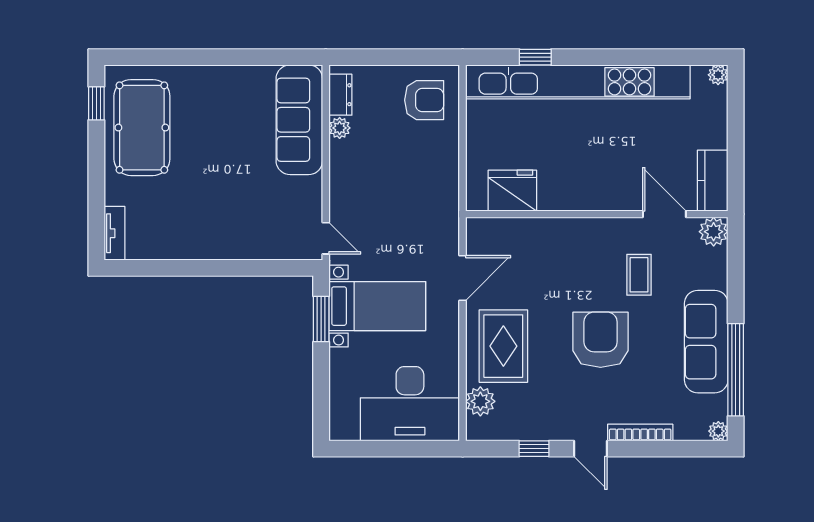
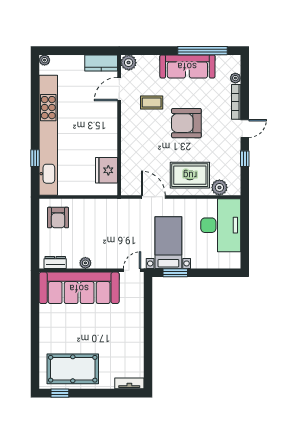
armchair: (424, 100) -> (58, 218), turned 180
sofa: (299, 120) -> (79, 288), width x1.36, depth x1.27
plant: (340, 128) -> (85, 263), moved
plant: (718, 431) -> (235, 78), moved

